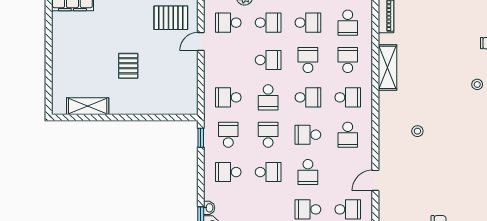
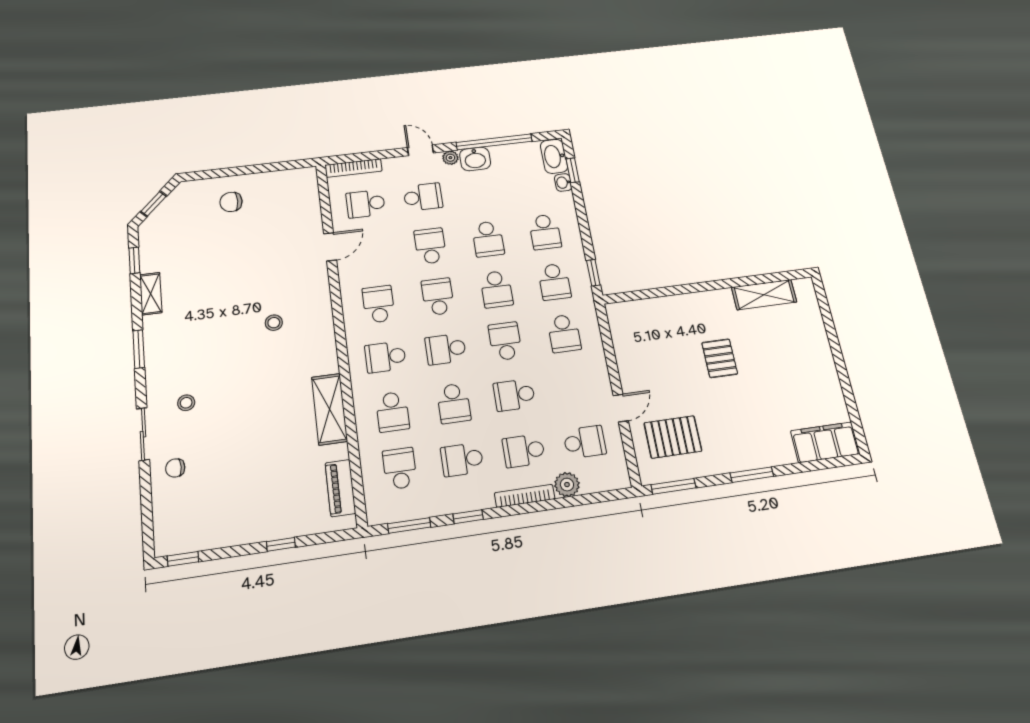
school desk: (228, 97) -> (564, 333), turned 90
school desk: (308, 135) -> (438, 297), turned -90
school desk: (228, 172) -> (545, 232), turned 90
school desk: (268, 172) -> (488, 239), turned -90

